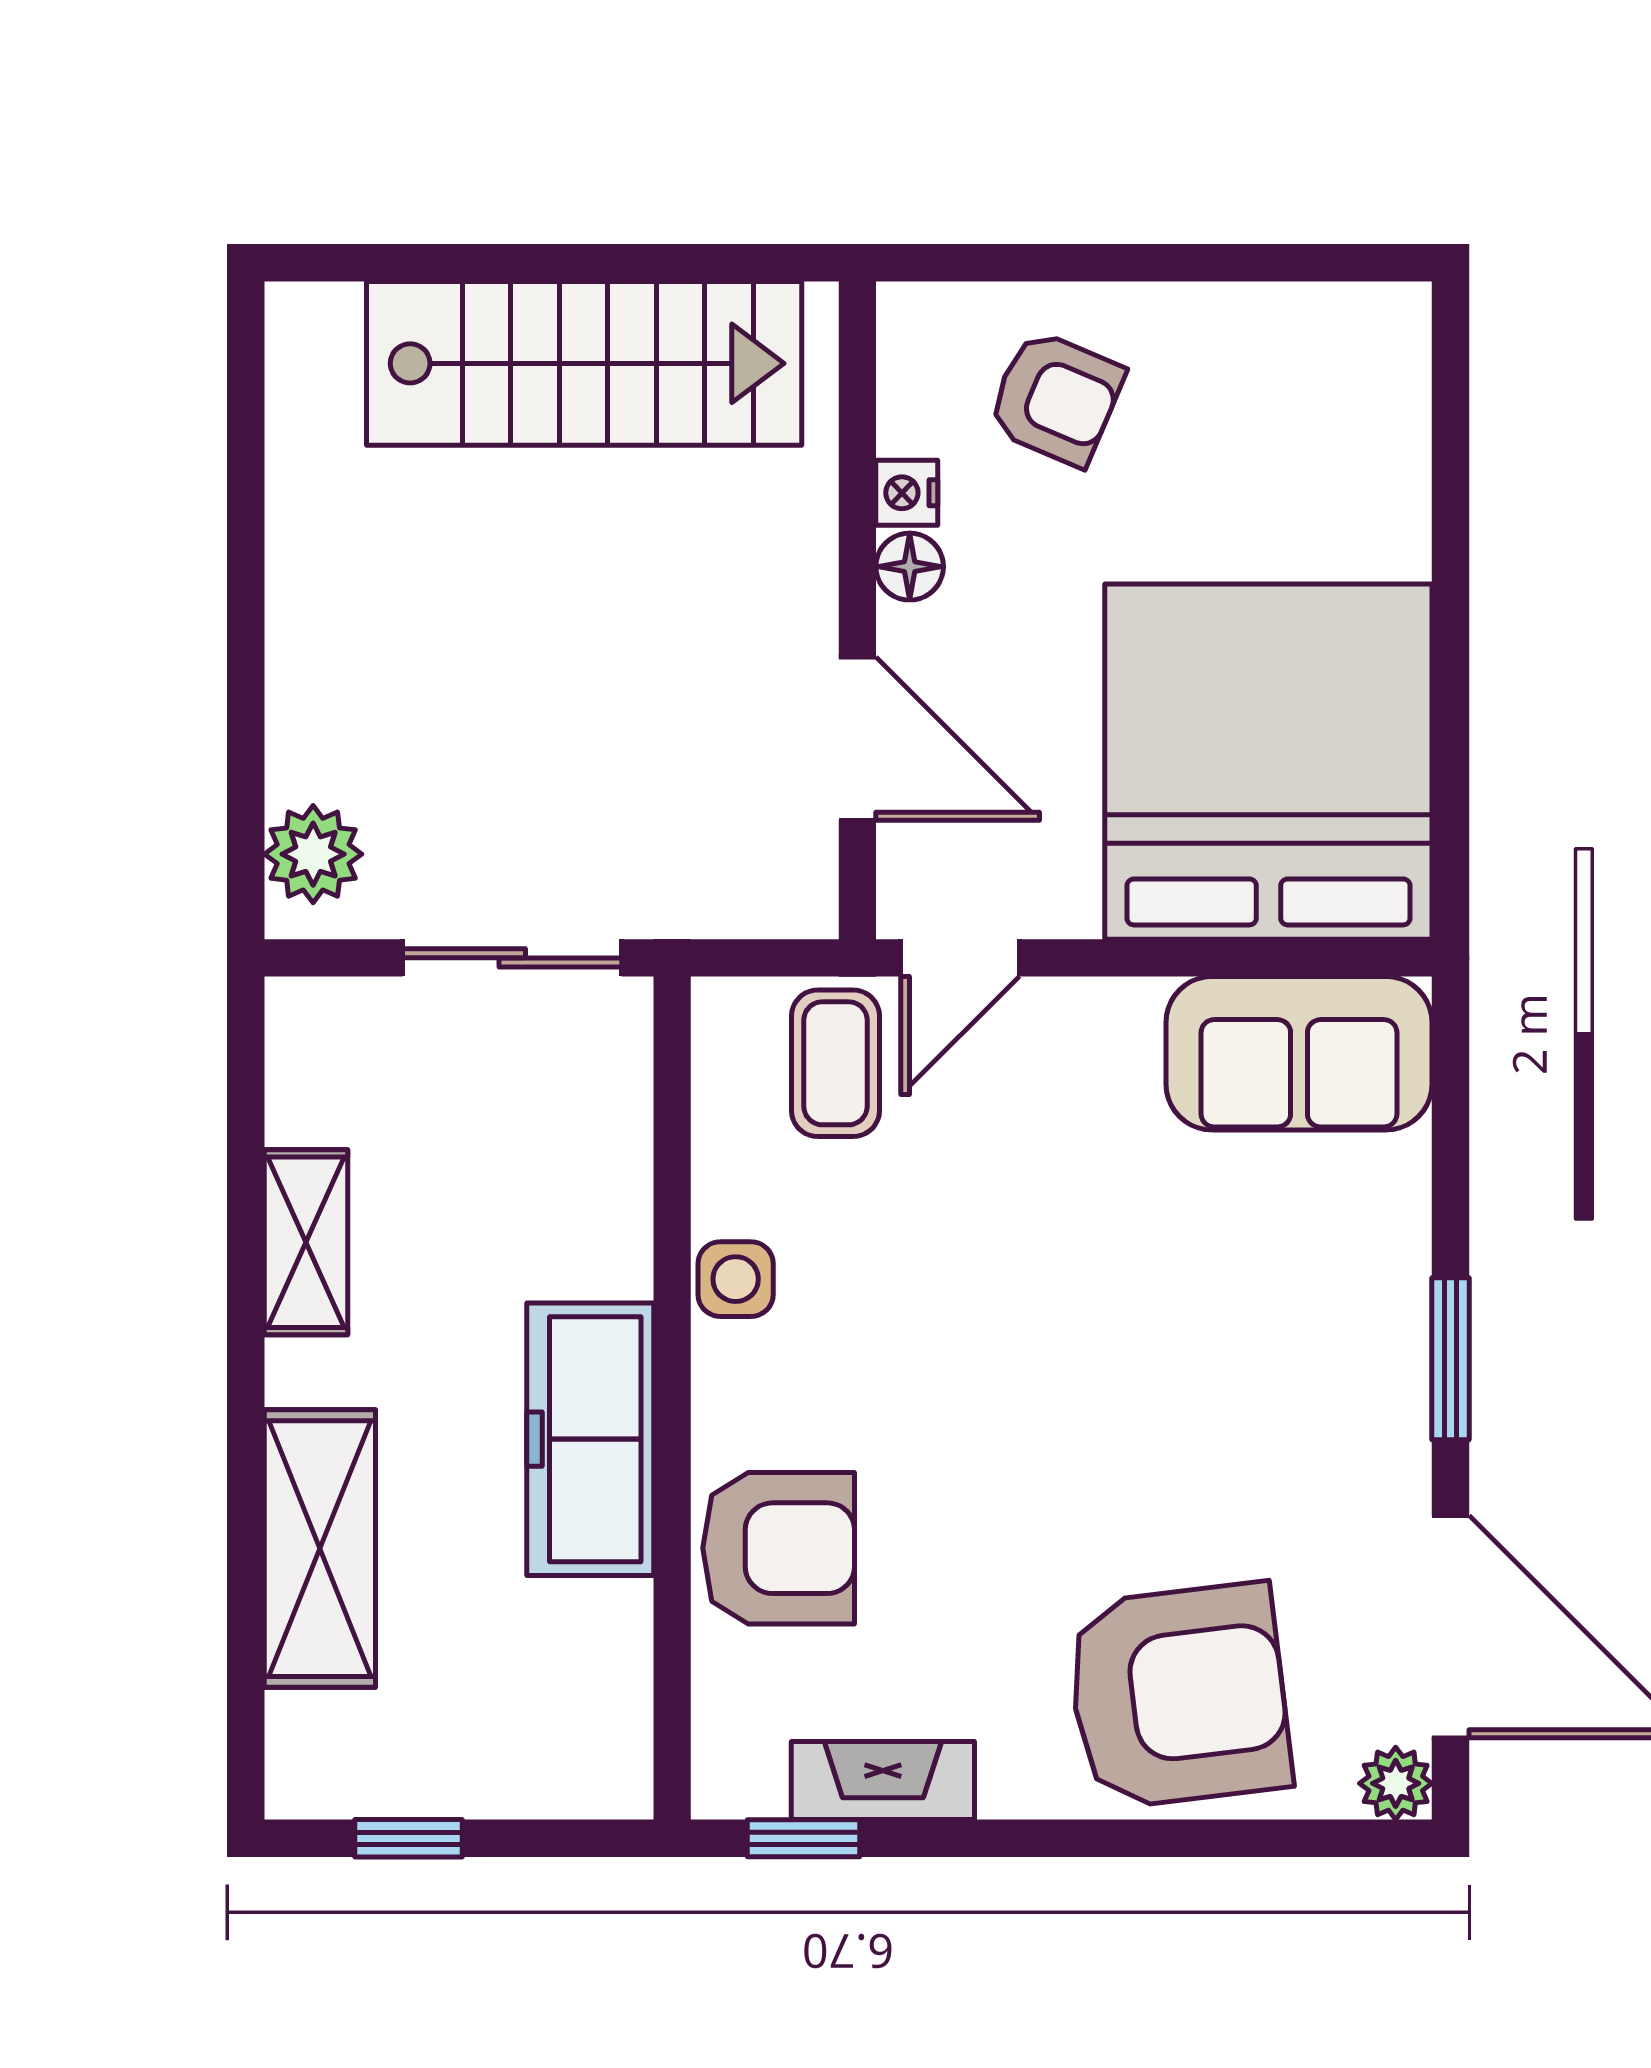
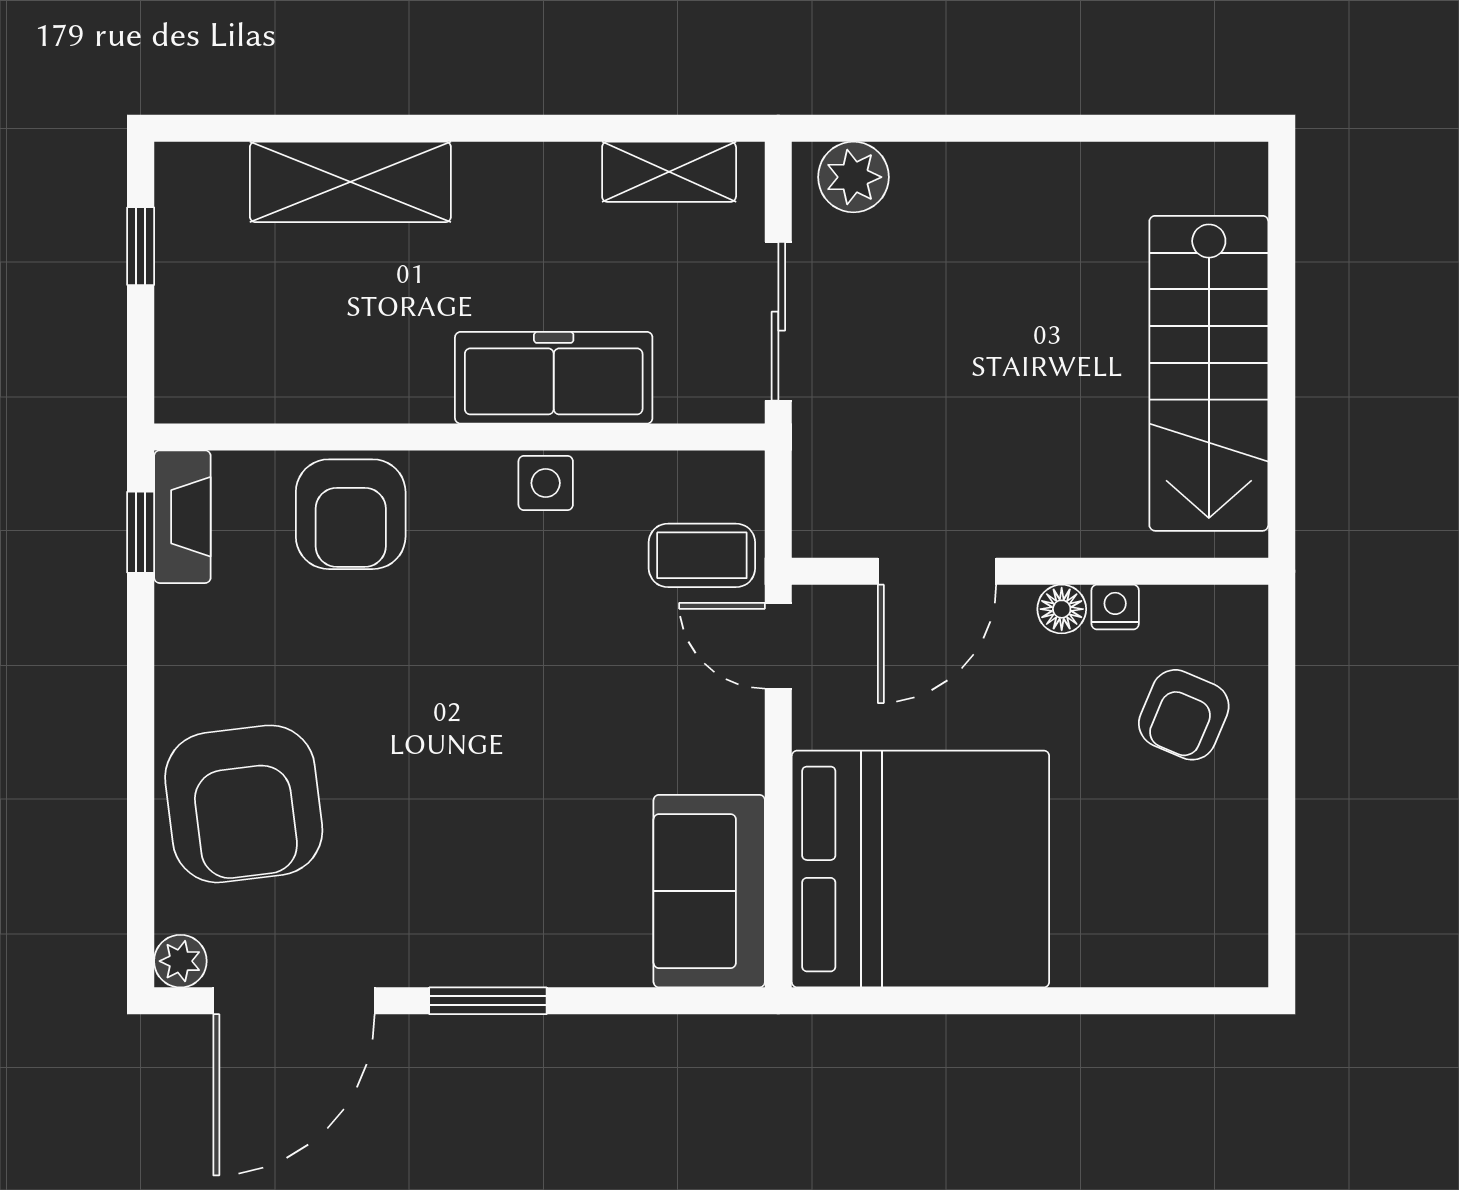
shelving: (306, 1242) -> (669, 172), moved
freezer: (590, 1439) -> (554, 378), moved
fireplace: (883, 1781) -> (182, 517), moved

